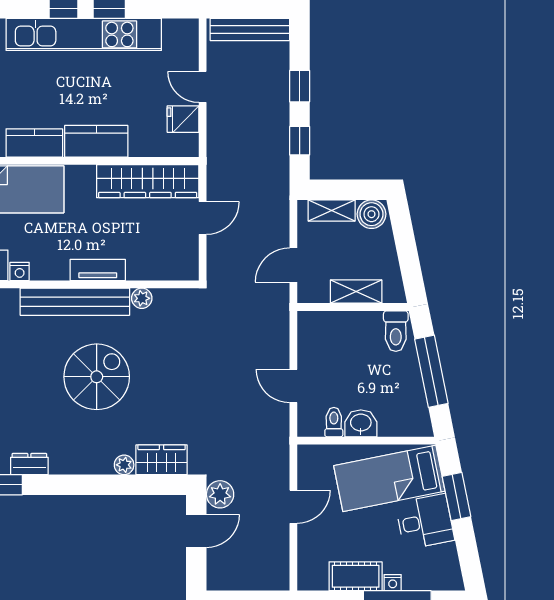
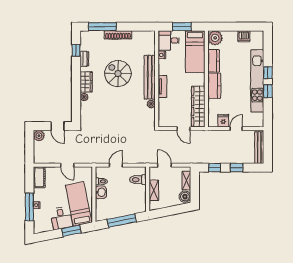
toilet: (396, 331) -> (138, 180), moved
spiral stairs: (97, 377) -> (118, 74), moved, turned 180
wardrobe: (162, 460) -> (86, 82), moved
plant: (220, 494) -> (39, 136), moved
cot: (356, 576) -> (39, 177), moved

